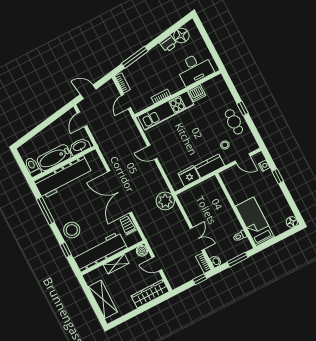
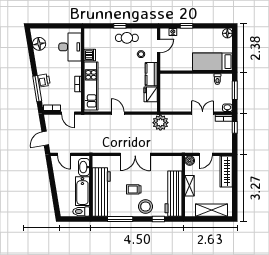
printer: (168, 44) -> (44, 80), moved
door: (152, 152) -> (118, 113), swing flipped
double door: (120, 192) -> (135, 154), width x0.73
trolley: (128, 225) -> (134, 189), moved

